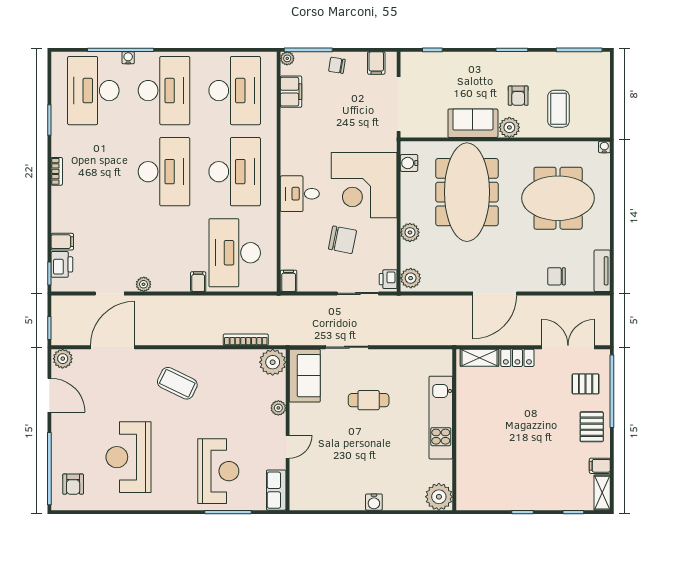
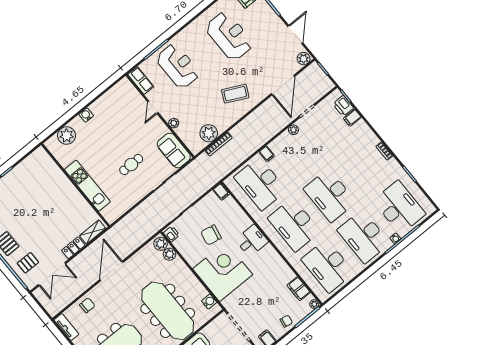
plant: (410, 232) -> (170, 254), moved
desk: (235, 253) -> (260, 184), turned 180
plant: (273, 362) -> (209, 133), moved
door: (49, 395) -> (295, 34), swing flipped
reception desk: (218, 471) -> (178, 66), turned 180
plant: (439, 497) -> (67, 136), moved

